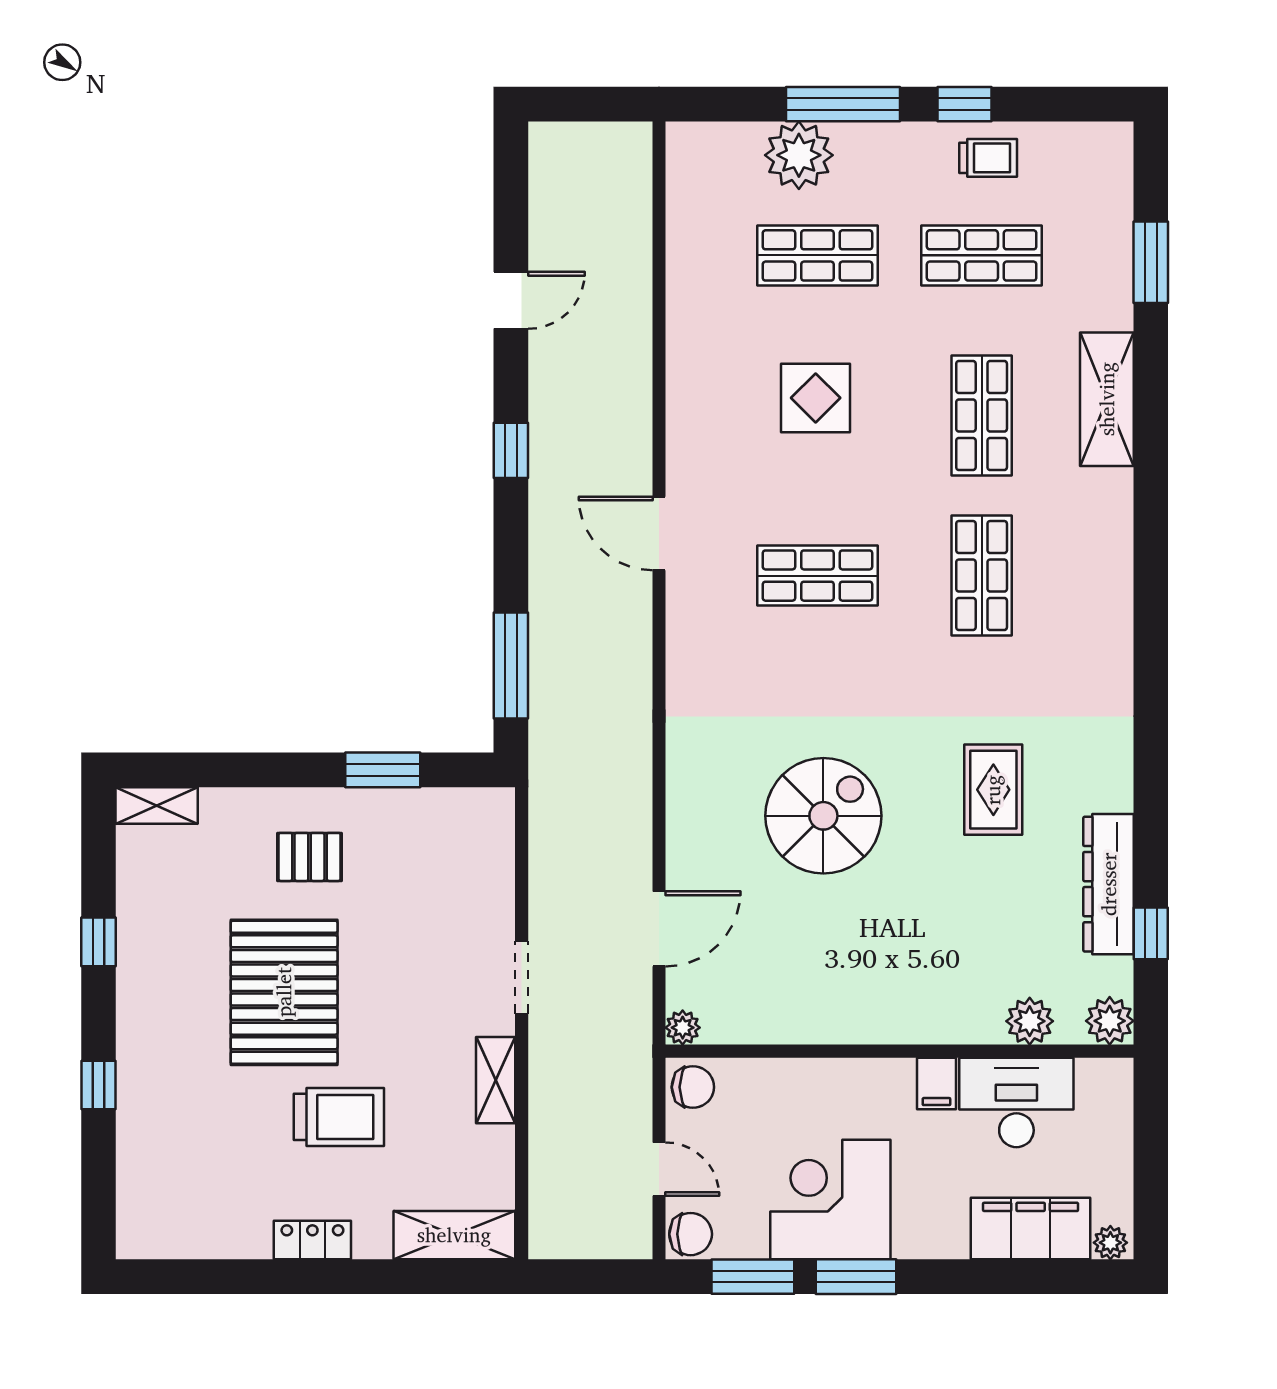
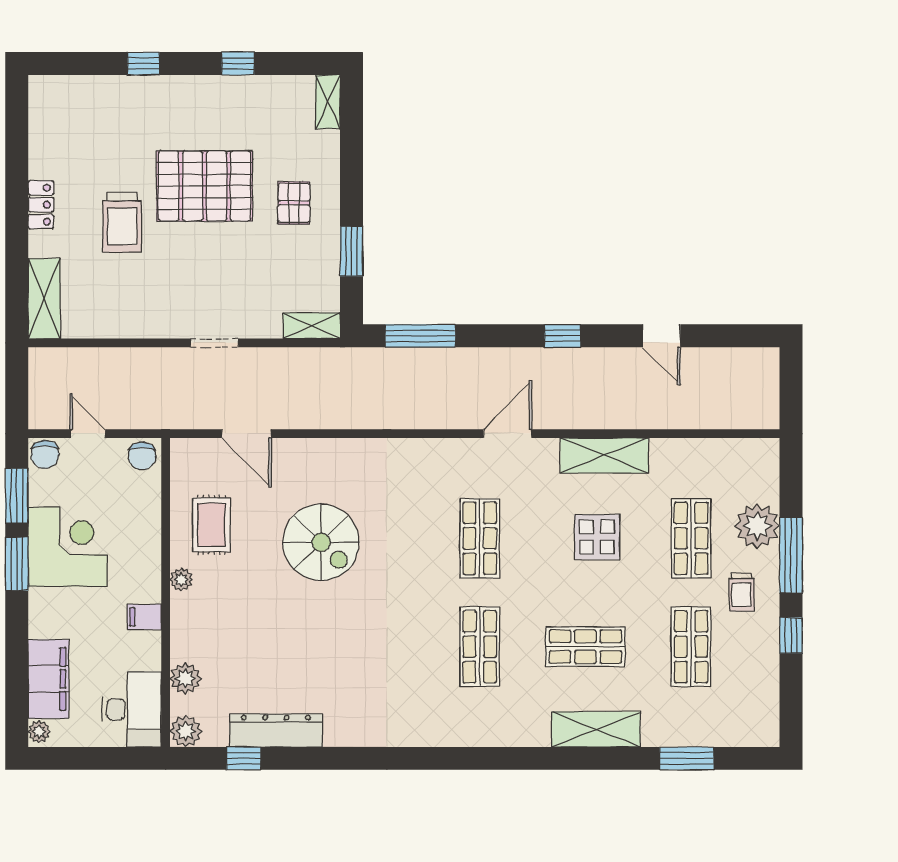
trolley: (988, 158) -> (742, 592), moved
shelving: (692, 387) -> (604, 456), added
shop shelf: (982, 576) -> (480, 647), turned 90
rug: (993, 790) -> (211, 525), moved, turned 90
plant: (683, 1028) -> (181, 579), moved
shelving: (496, 1080) -> (312, 326), moved
desk: (1016, 1102) -> (132, 709), moved
door: (659, 1169) -> (88, 434), swing flipped

